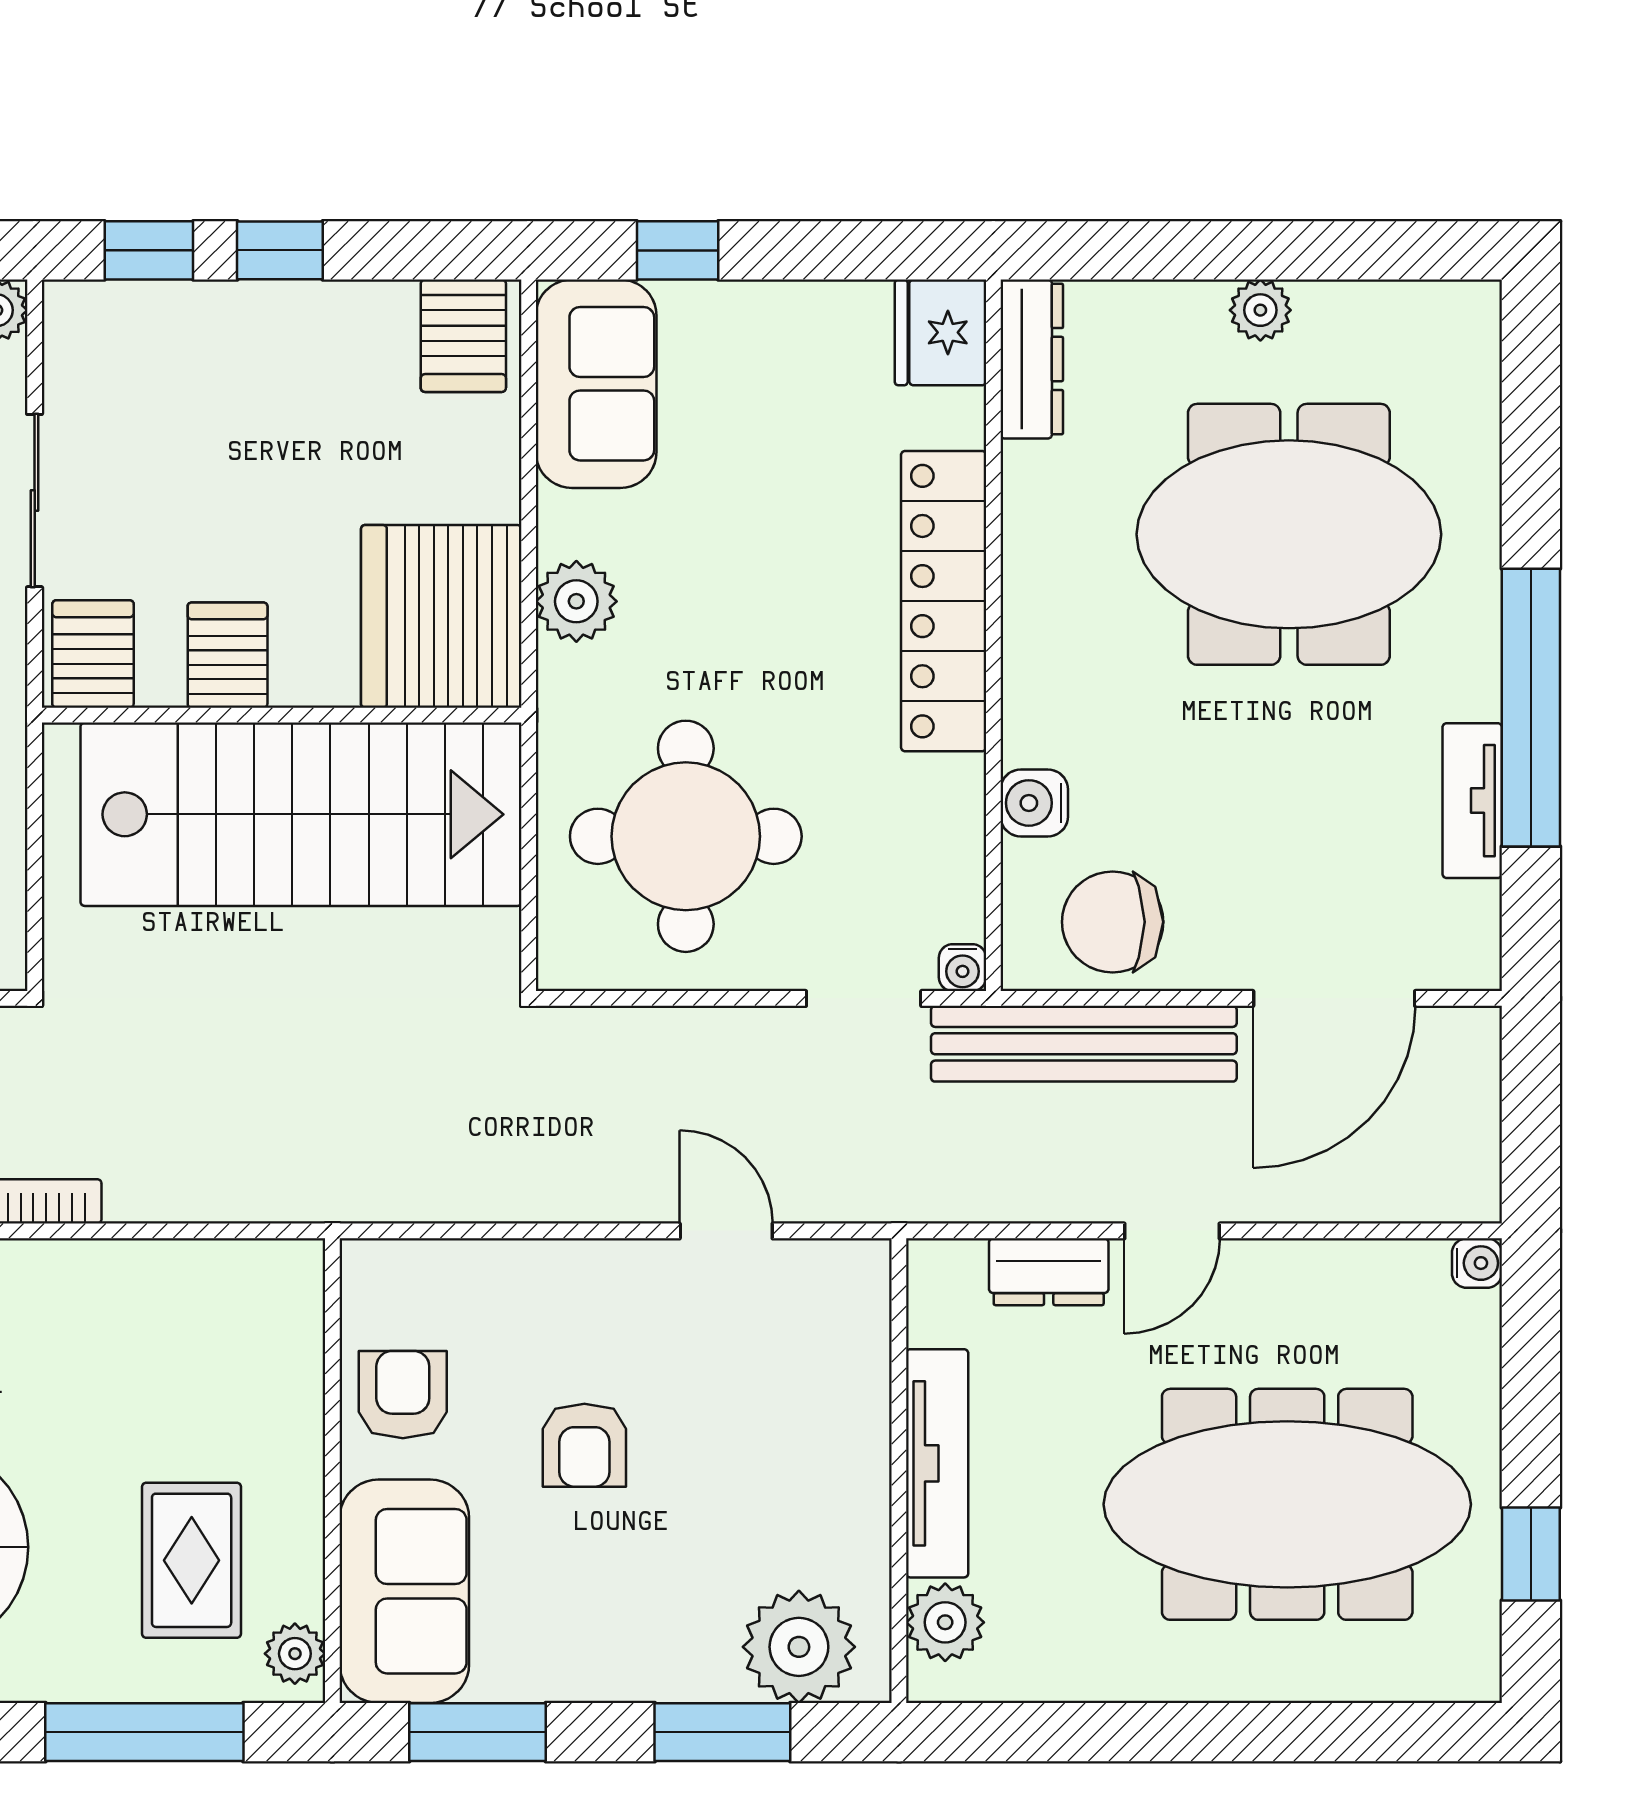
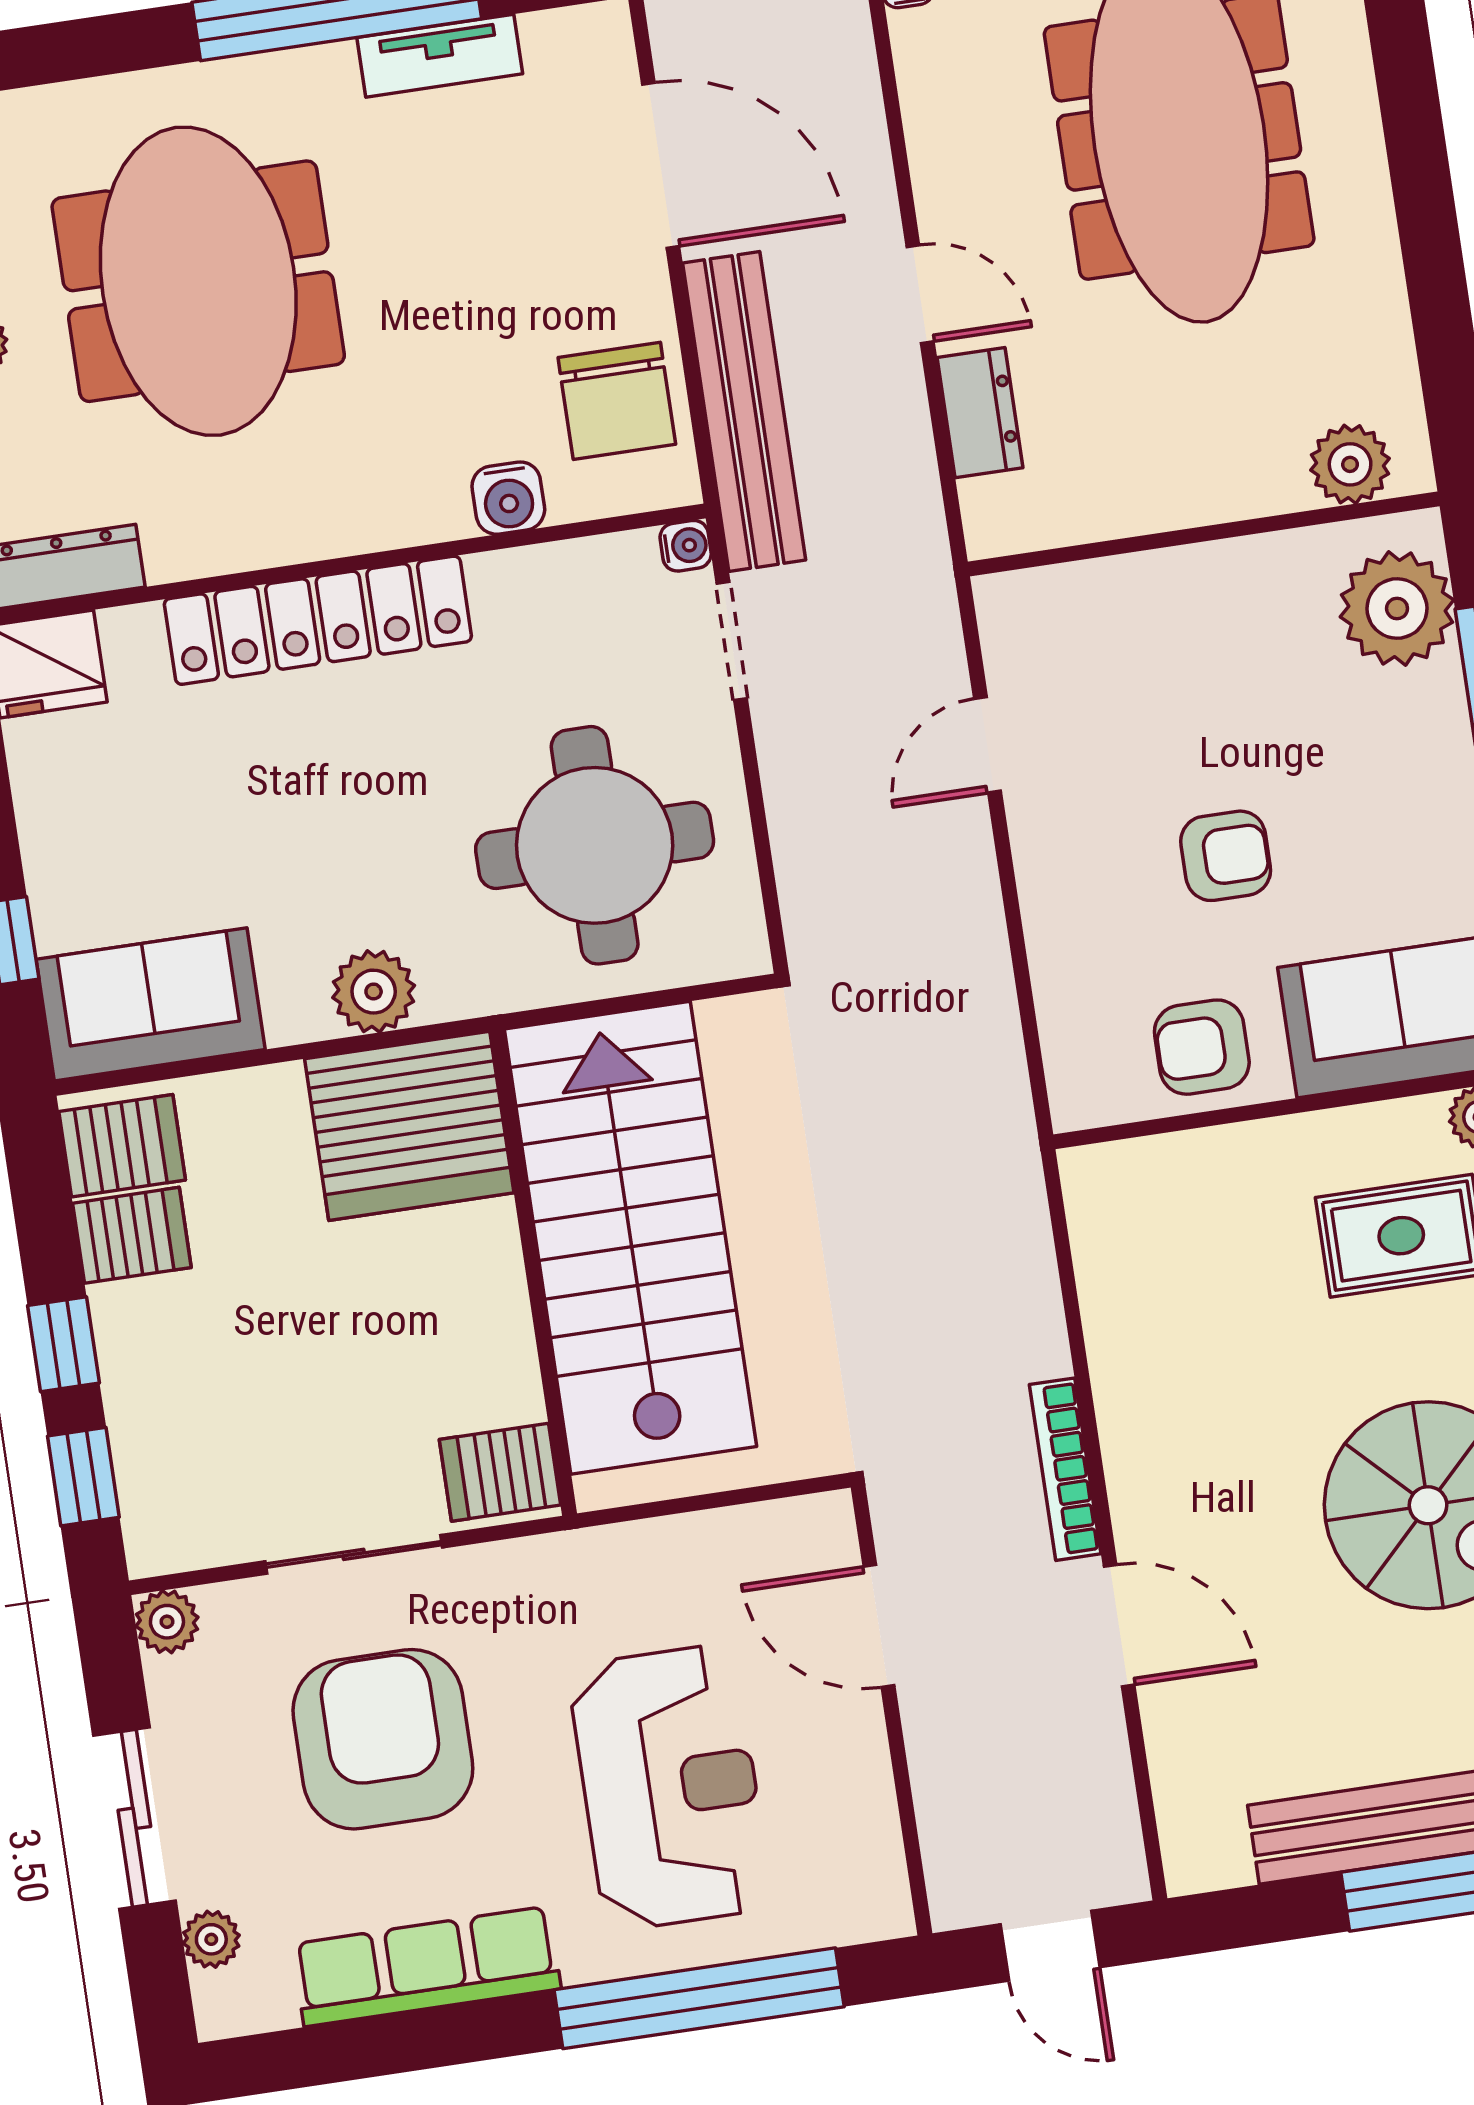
server rack: (228, 655) -> (132, 1235), moved, turned 180
tv unit: (937, 1463) -> (1191, 496), removed

